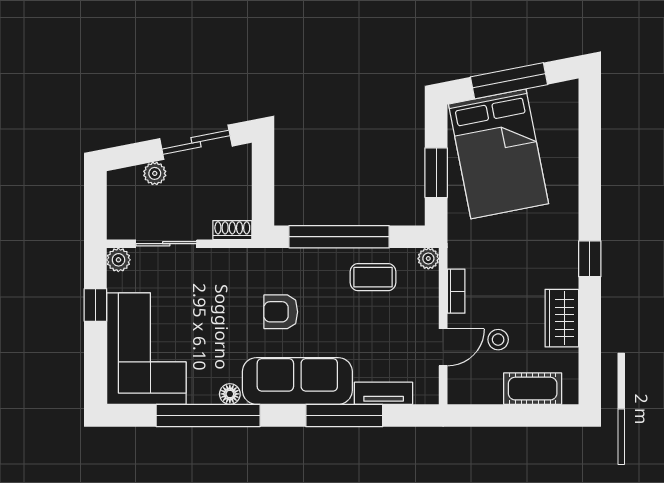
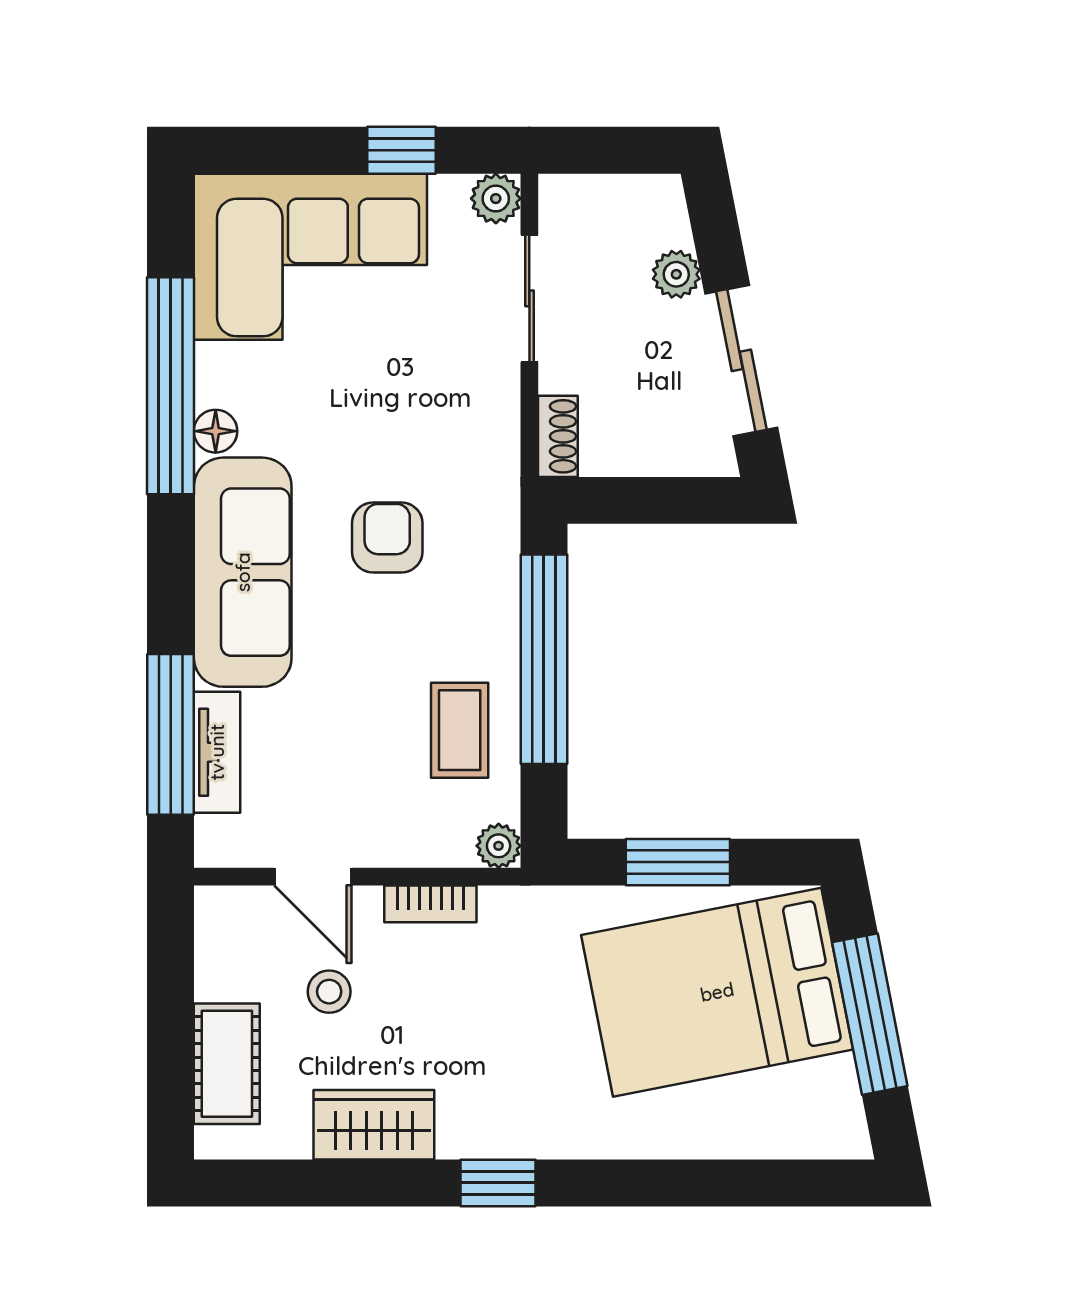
window: (344, 415) -> (171, 734), moved

